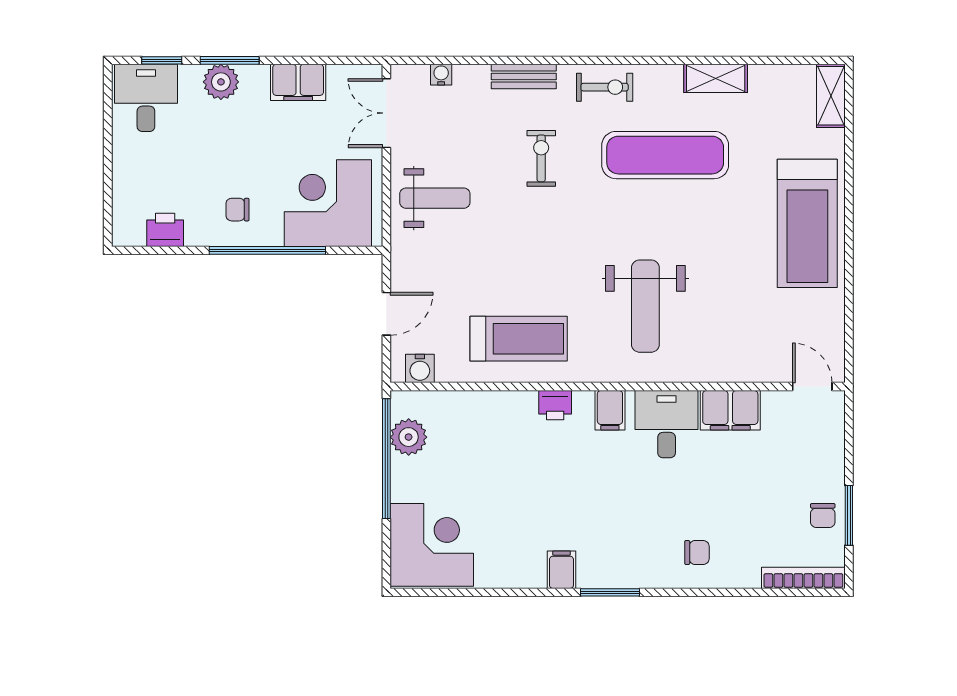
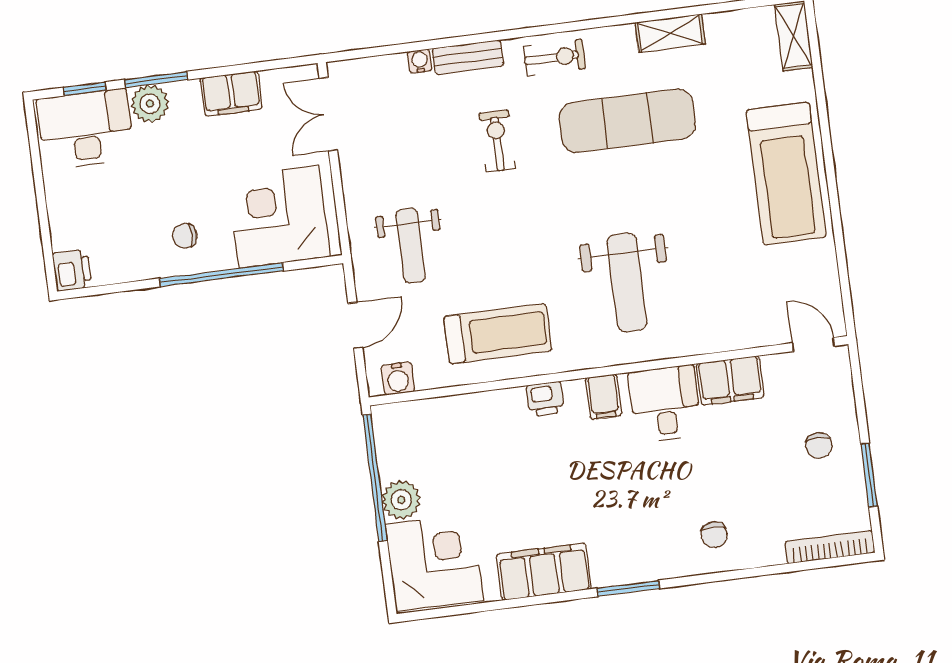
water cooler: (441, 75) -> (420, 61), moved
desk: (146, 98) -> (85, 129), width x1.37
weight bench: (435, 198) -> (411, 246), moved, turned 90
printer: (165, 230) -> (72, 270), moved, turned 90
plant: (409, 437) -> (401, 500), moved
chair: (823, 516) -> (819, 446), moved
chair: (697, 553) -> (714, 535), turned 90
filing cabinet: (561, 570) -> (544, 572), width x3.00, depth x1.17

